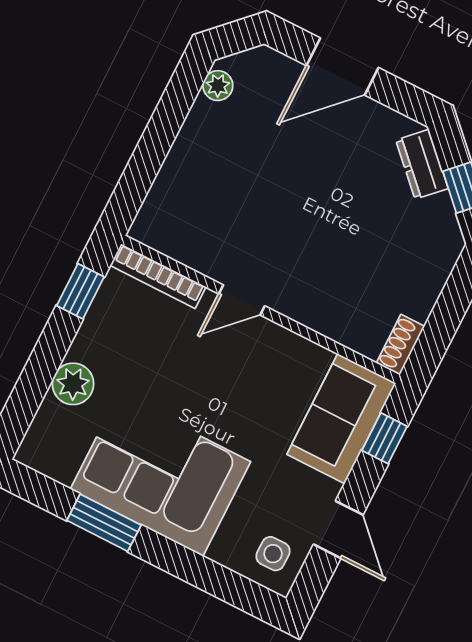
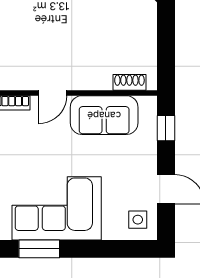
shoe rack: (400, 345) -> (129, 82), moved, turned 90
sofa: (341, 419) -> (104, 115), moved, turned -90

